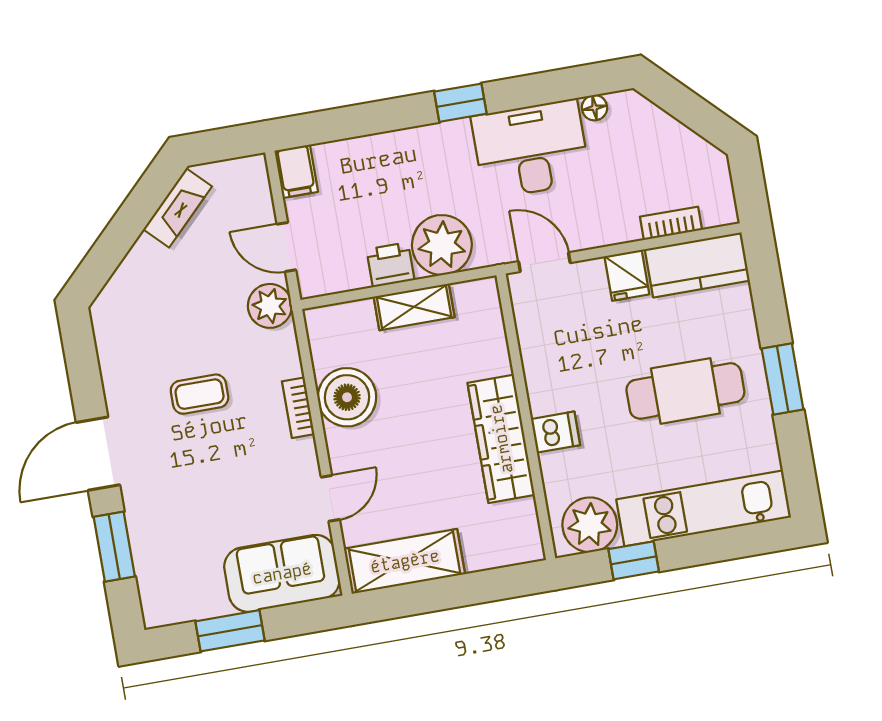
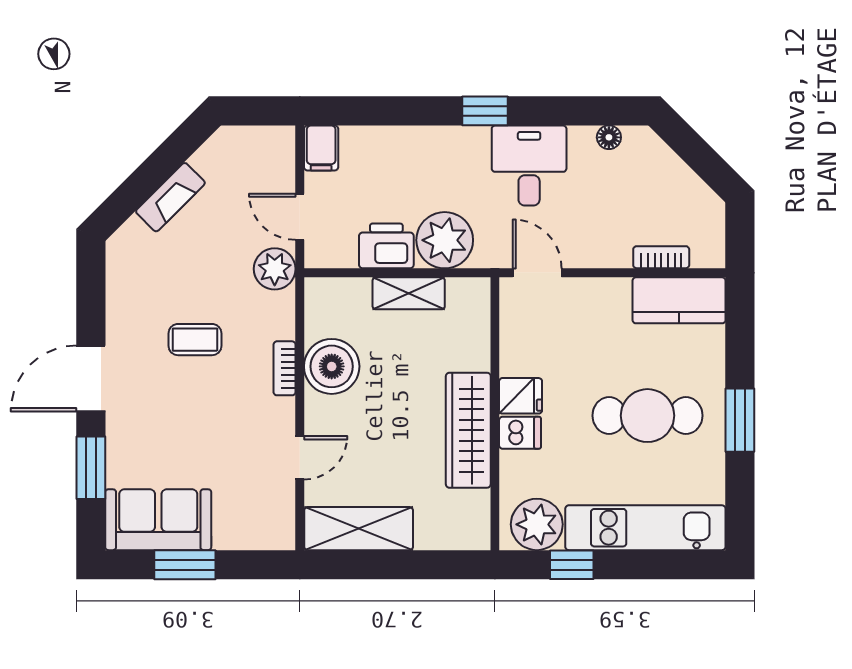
desk: (531, 149) -> (529, 166), width x0.73
fireplace: (178, 208) -> (170, 197), moved
printer: (390, 265) -> (386, 246), width x1.36, depth x1.24
fridge: (627, 275) -> (521, 396), moved, turned -90
sofa: (282, 573) -> (158, 520), moved

